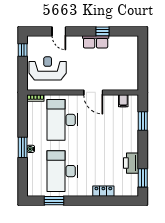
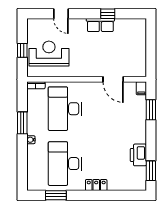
window: (23, 50) -> (22, 50), moved
door: (93, 92) -> (113, 79), moved
filing cabinet: (123, 101) -> (141, 88), moved
window: (23, 147) -> (22, 123), moved
locker: (103, 191) -> (96, 185), moved

